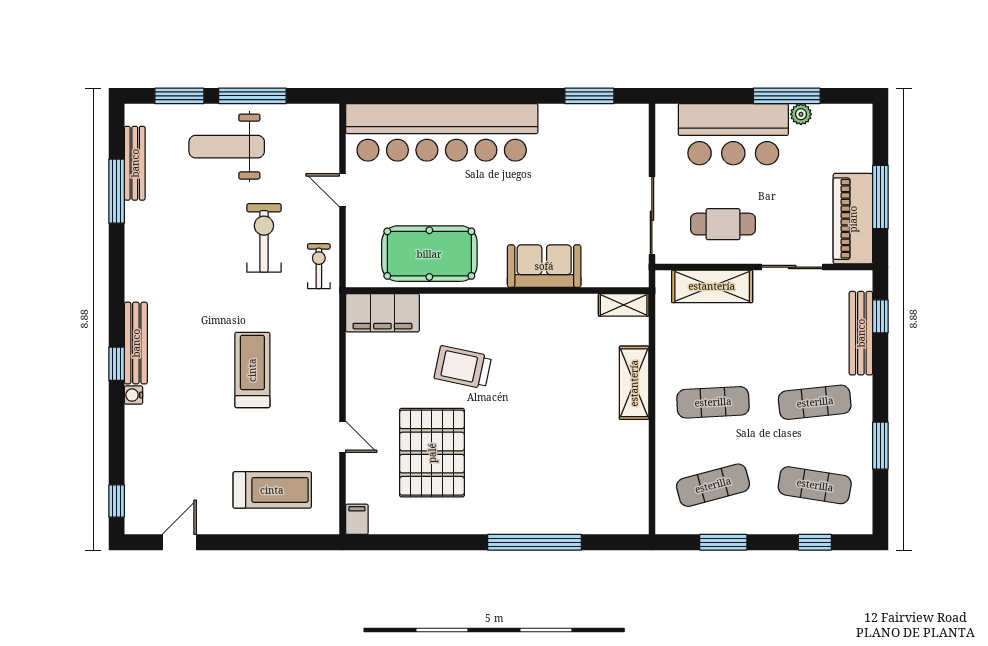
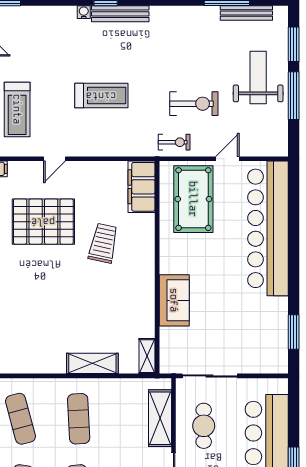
pool table: (429, 254) -> (193, 199), moved

